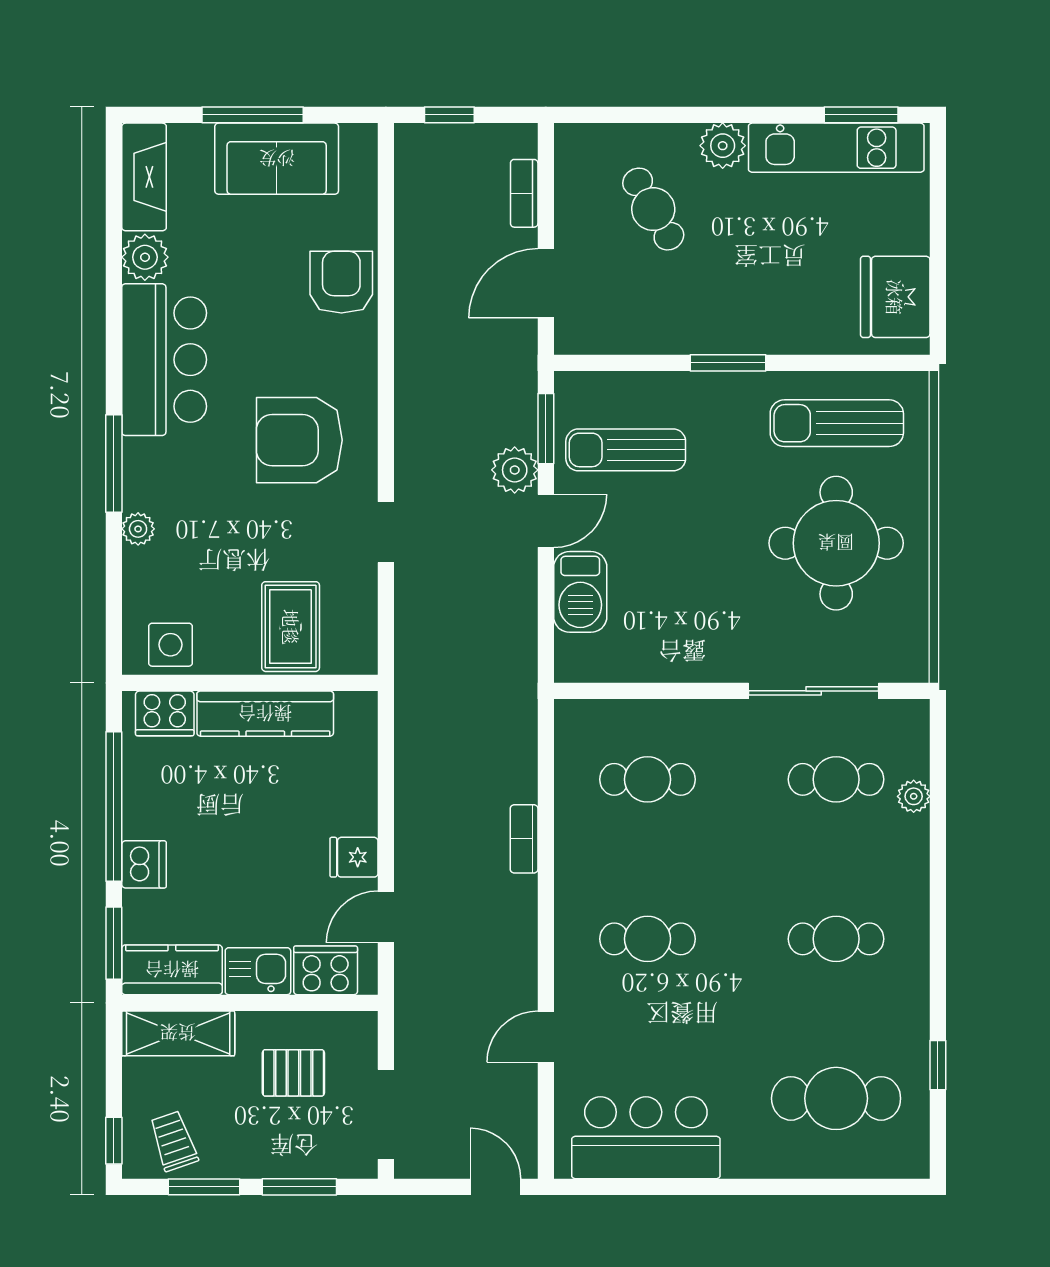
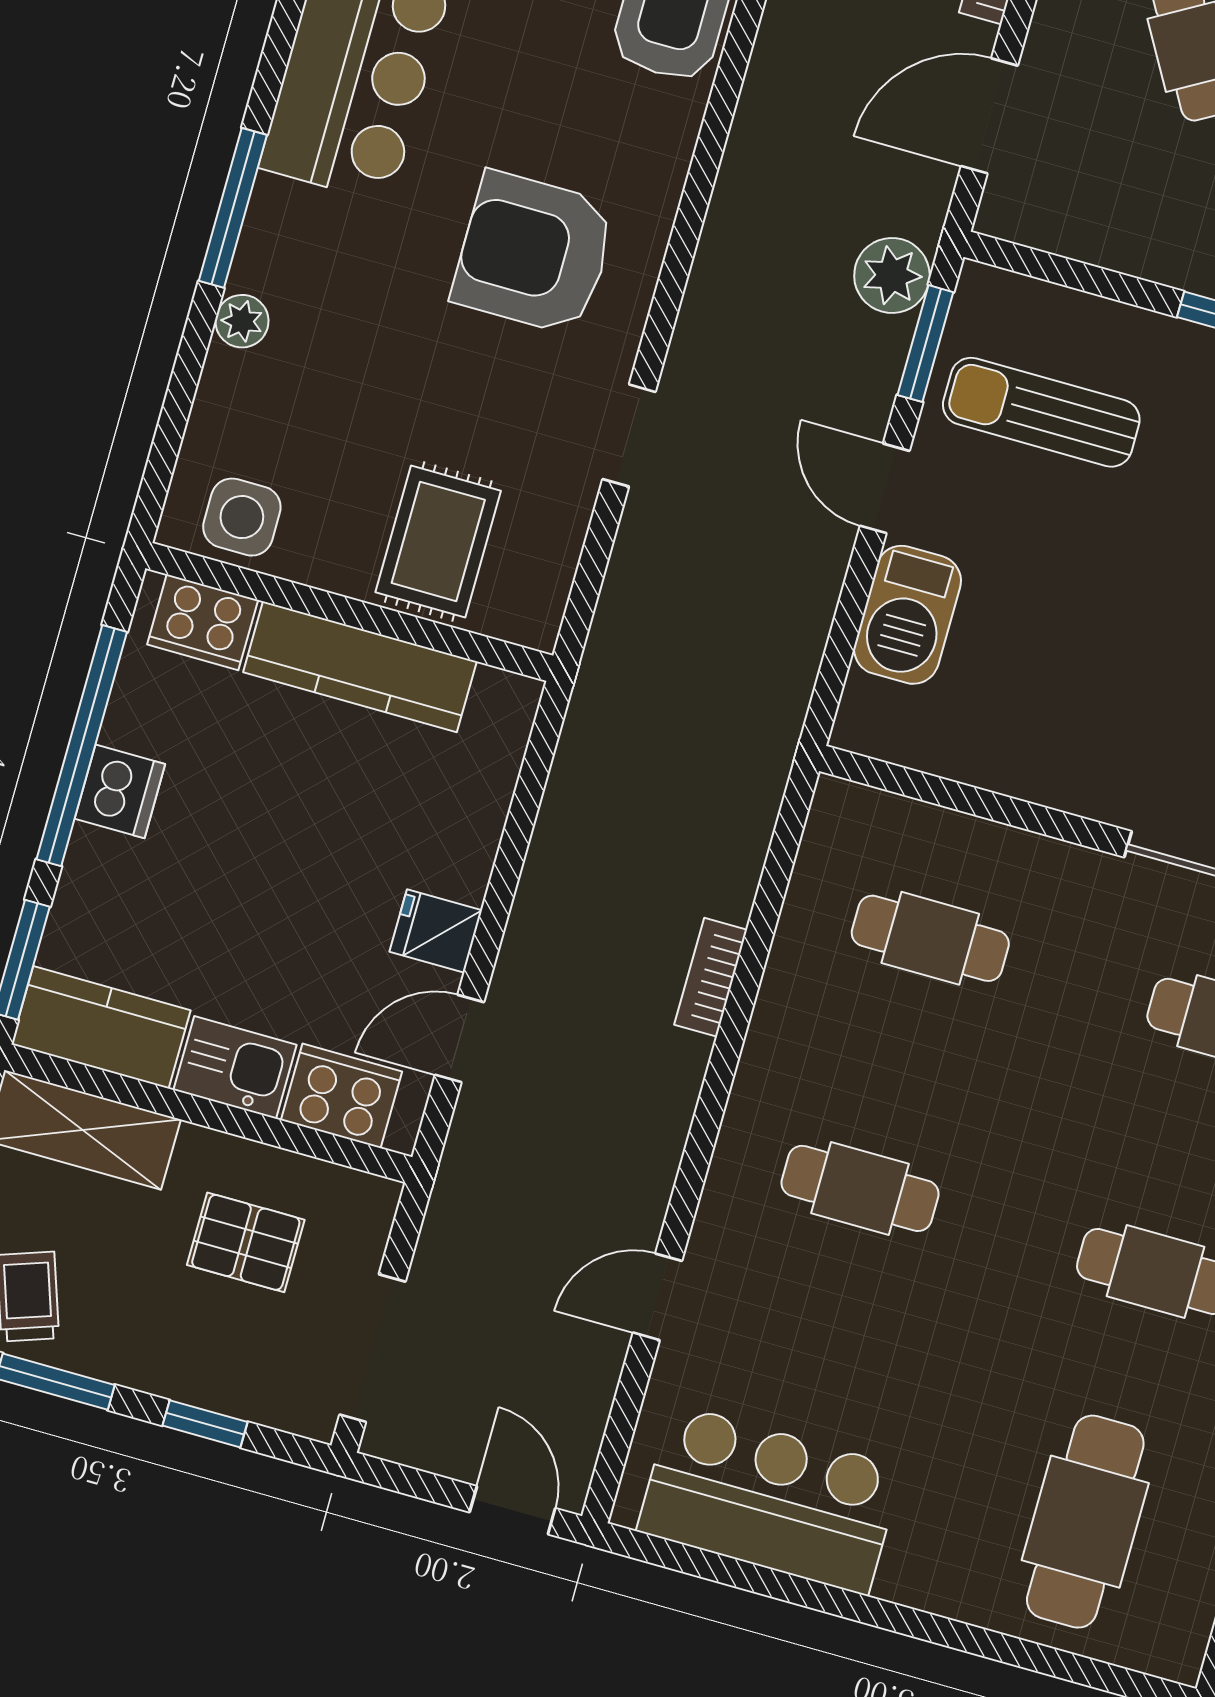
plant: (515, 470) -> (892, 275), moved
door: (546, 521) -> (885, 488), swing flipped
dishwasher: (144, 864) -> (120, 791), moved
cafe table: (836, 1098) -> (1085, 1522), turned 90
window: (299, 1187) -> (205, 1424), width x0.67

